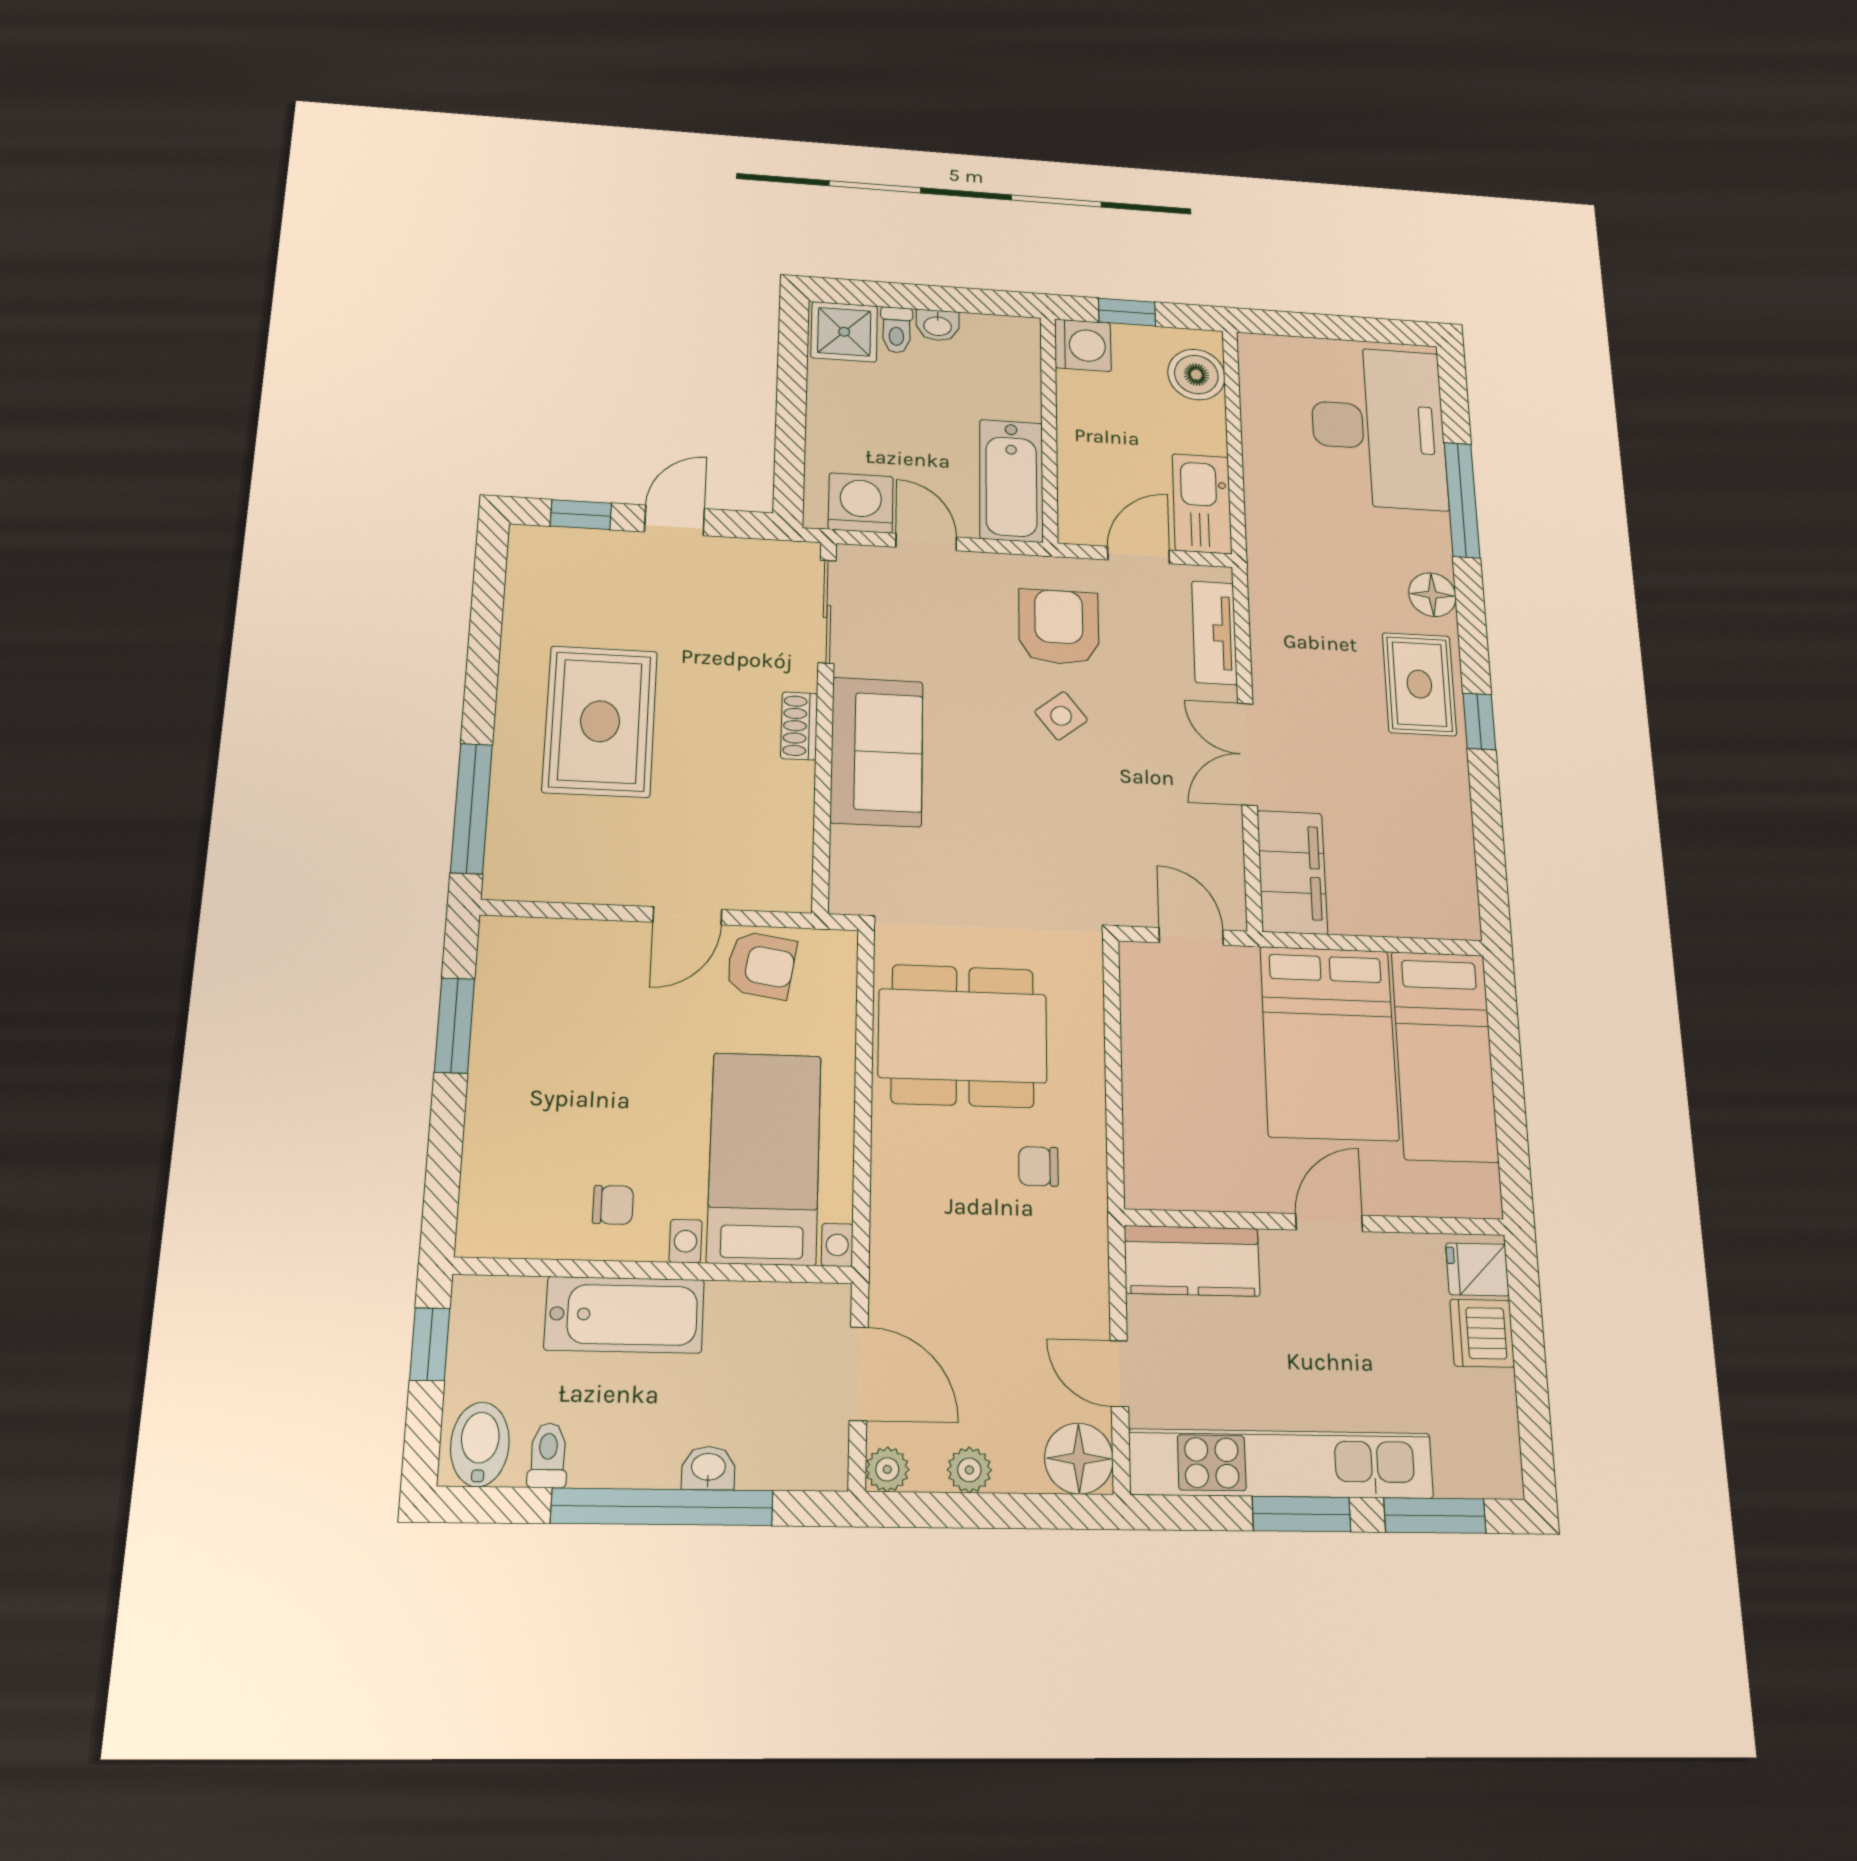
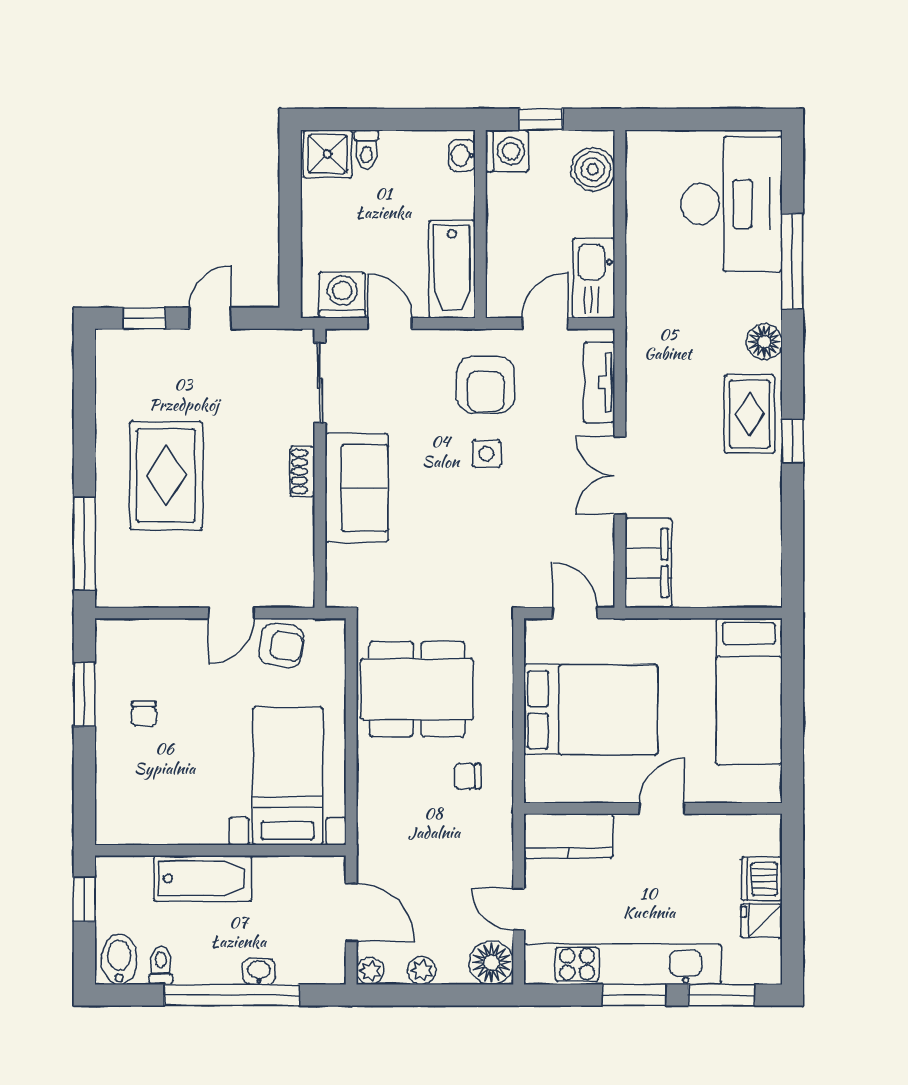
washbasin: (938, 325) -> (462, 155), moved, turned 90
armchair: (1059, 627) -> (486, 385), turned 180
side table: (1061, 716) -> (486, 454), turned 38
bed: (1329, 1043) -> (591, 710), moved, turned -90
chair: (613, 1205) -> (144, 714), moved, turned 90
fridge: (1477, 1269) -> (762, 921), moved

